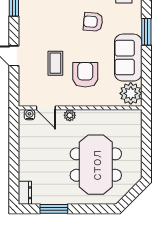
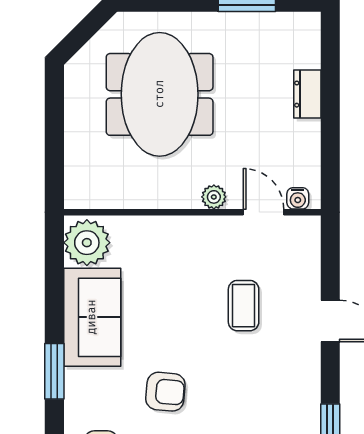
armchair: (85, 75) -> (182, 281), removed
dresser: (25, 193) -> (307, 94), moved

